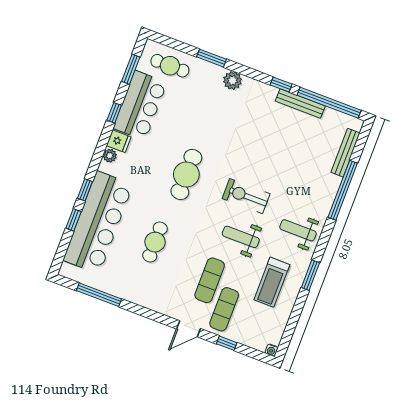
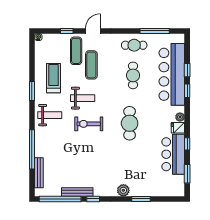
cafe table: (170, 66) -> (134, 45), moved
exercise bike: (246, 196) -> (89, 124), turned 180

